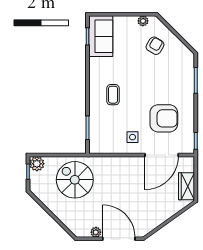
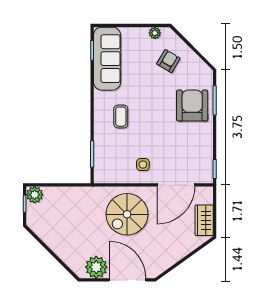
sofa: (101, 36) -> (107, 59), width x1.36
armchair: (164, 118) -> (192, 105), moved, turned -90
spiral stairs: (75, 180) -> (127, 214), moved, turned -90
plant: (96, 232) -> (96, 267), width x1.88, depth x1.88

